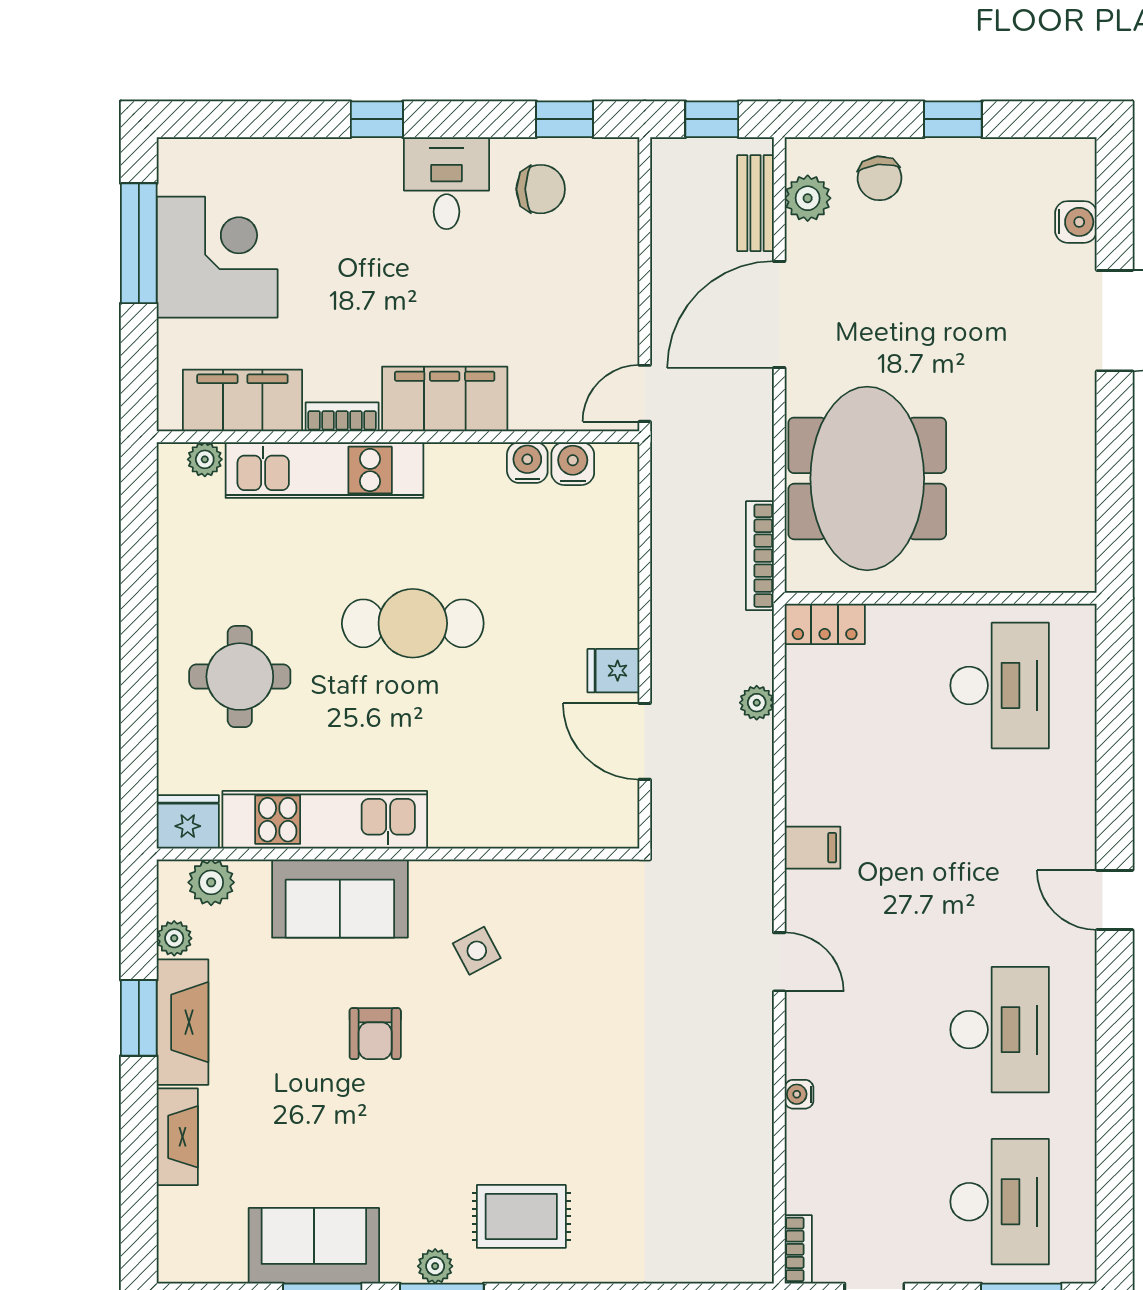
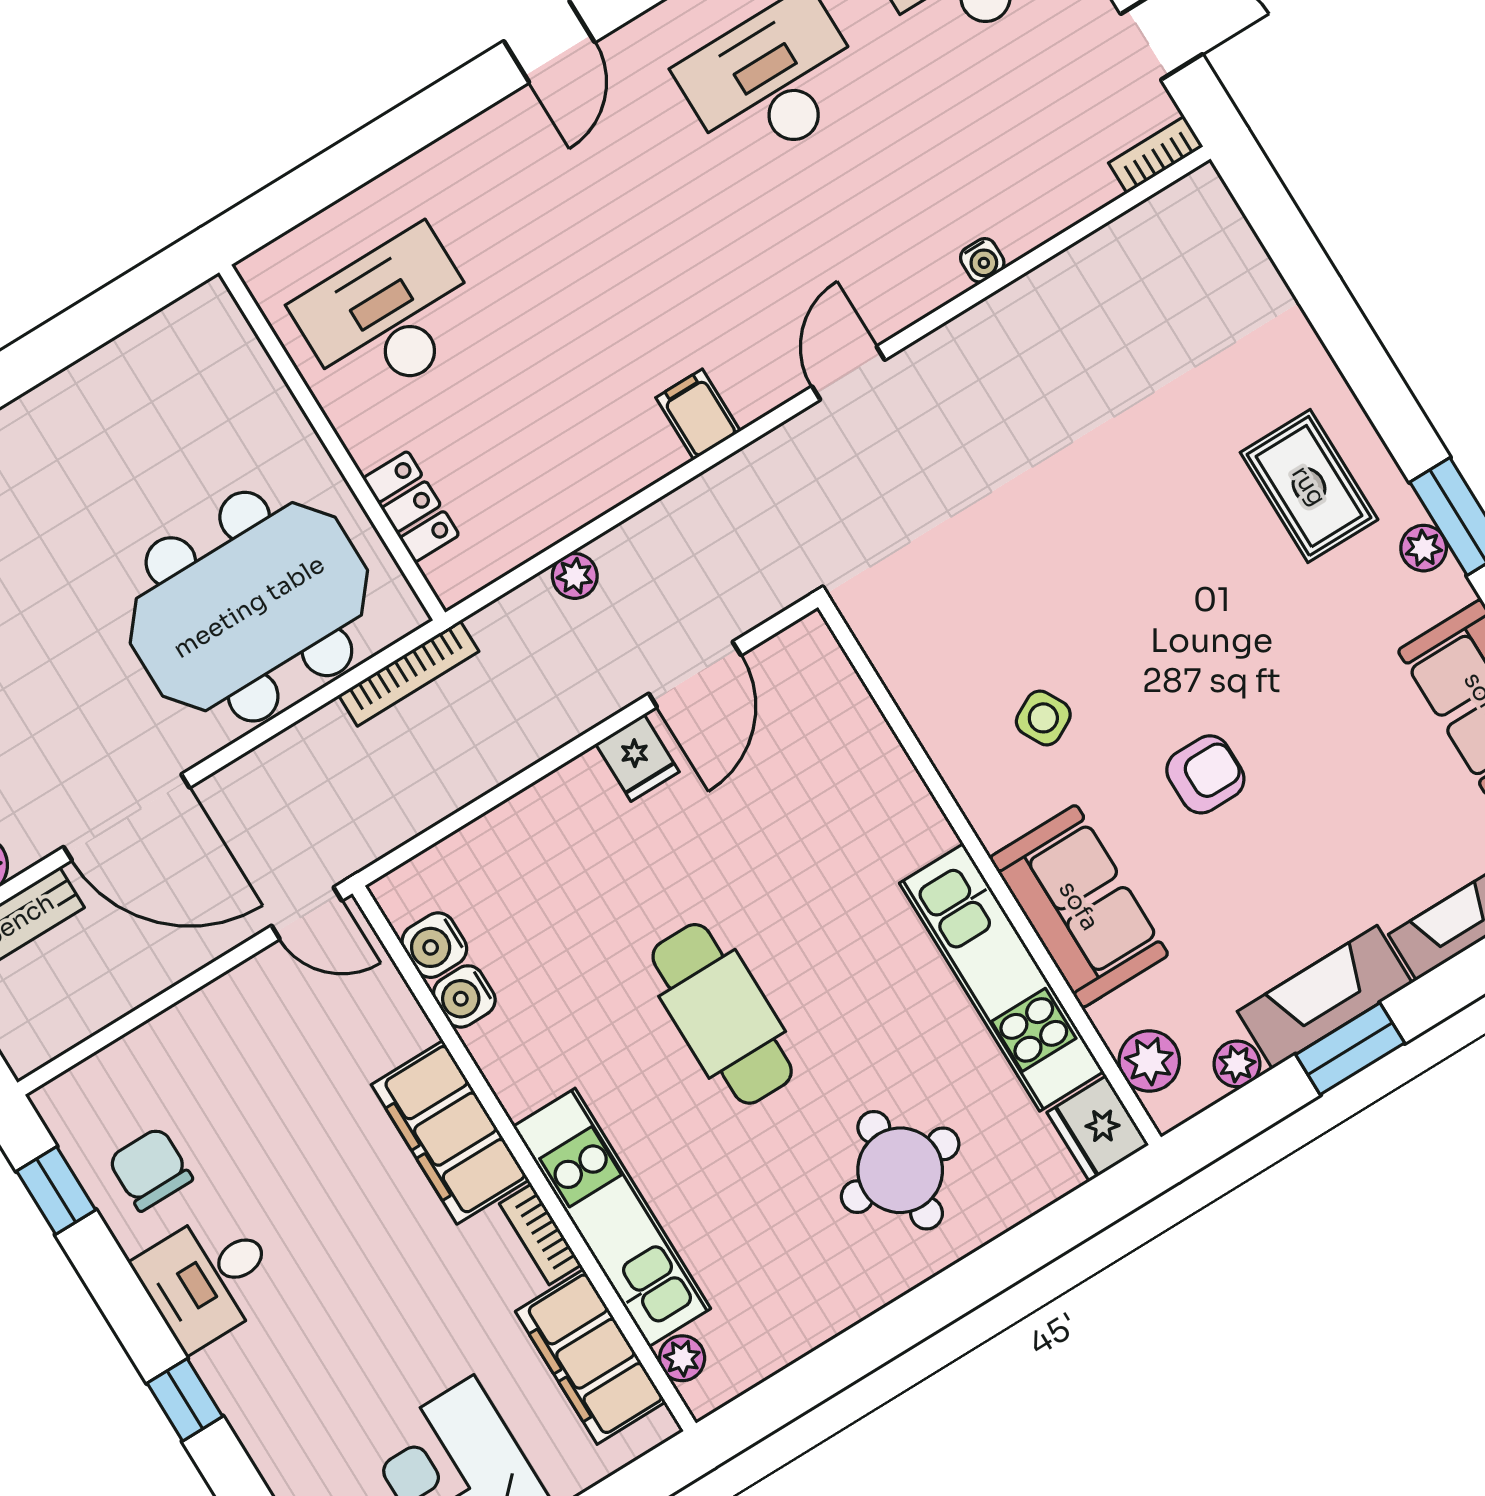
locker: (825, 624) -> (411, 507), moved

